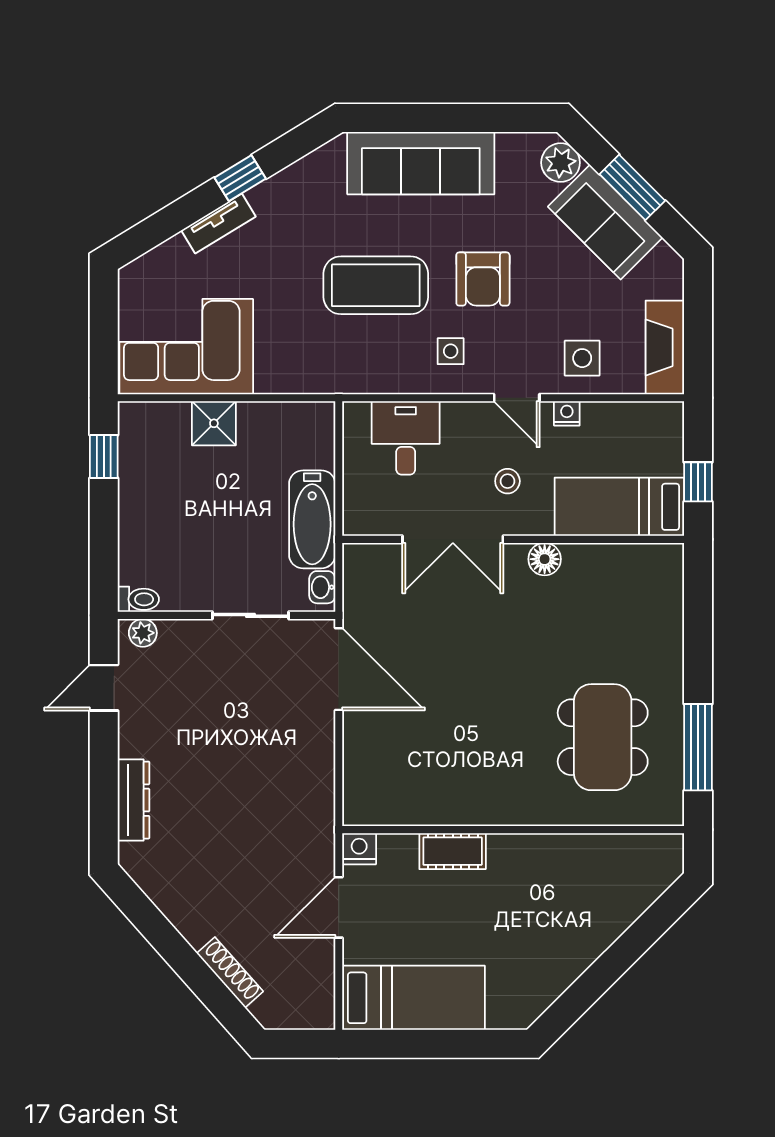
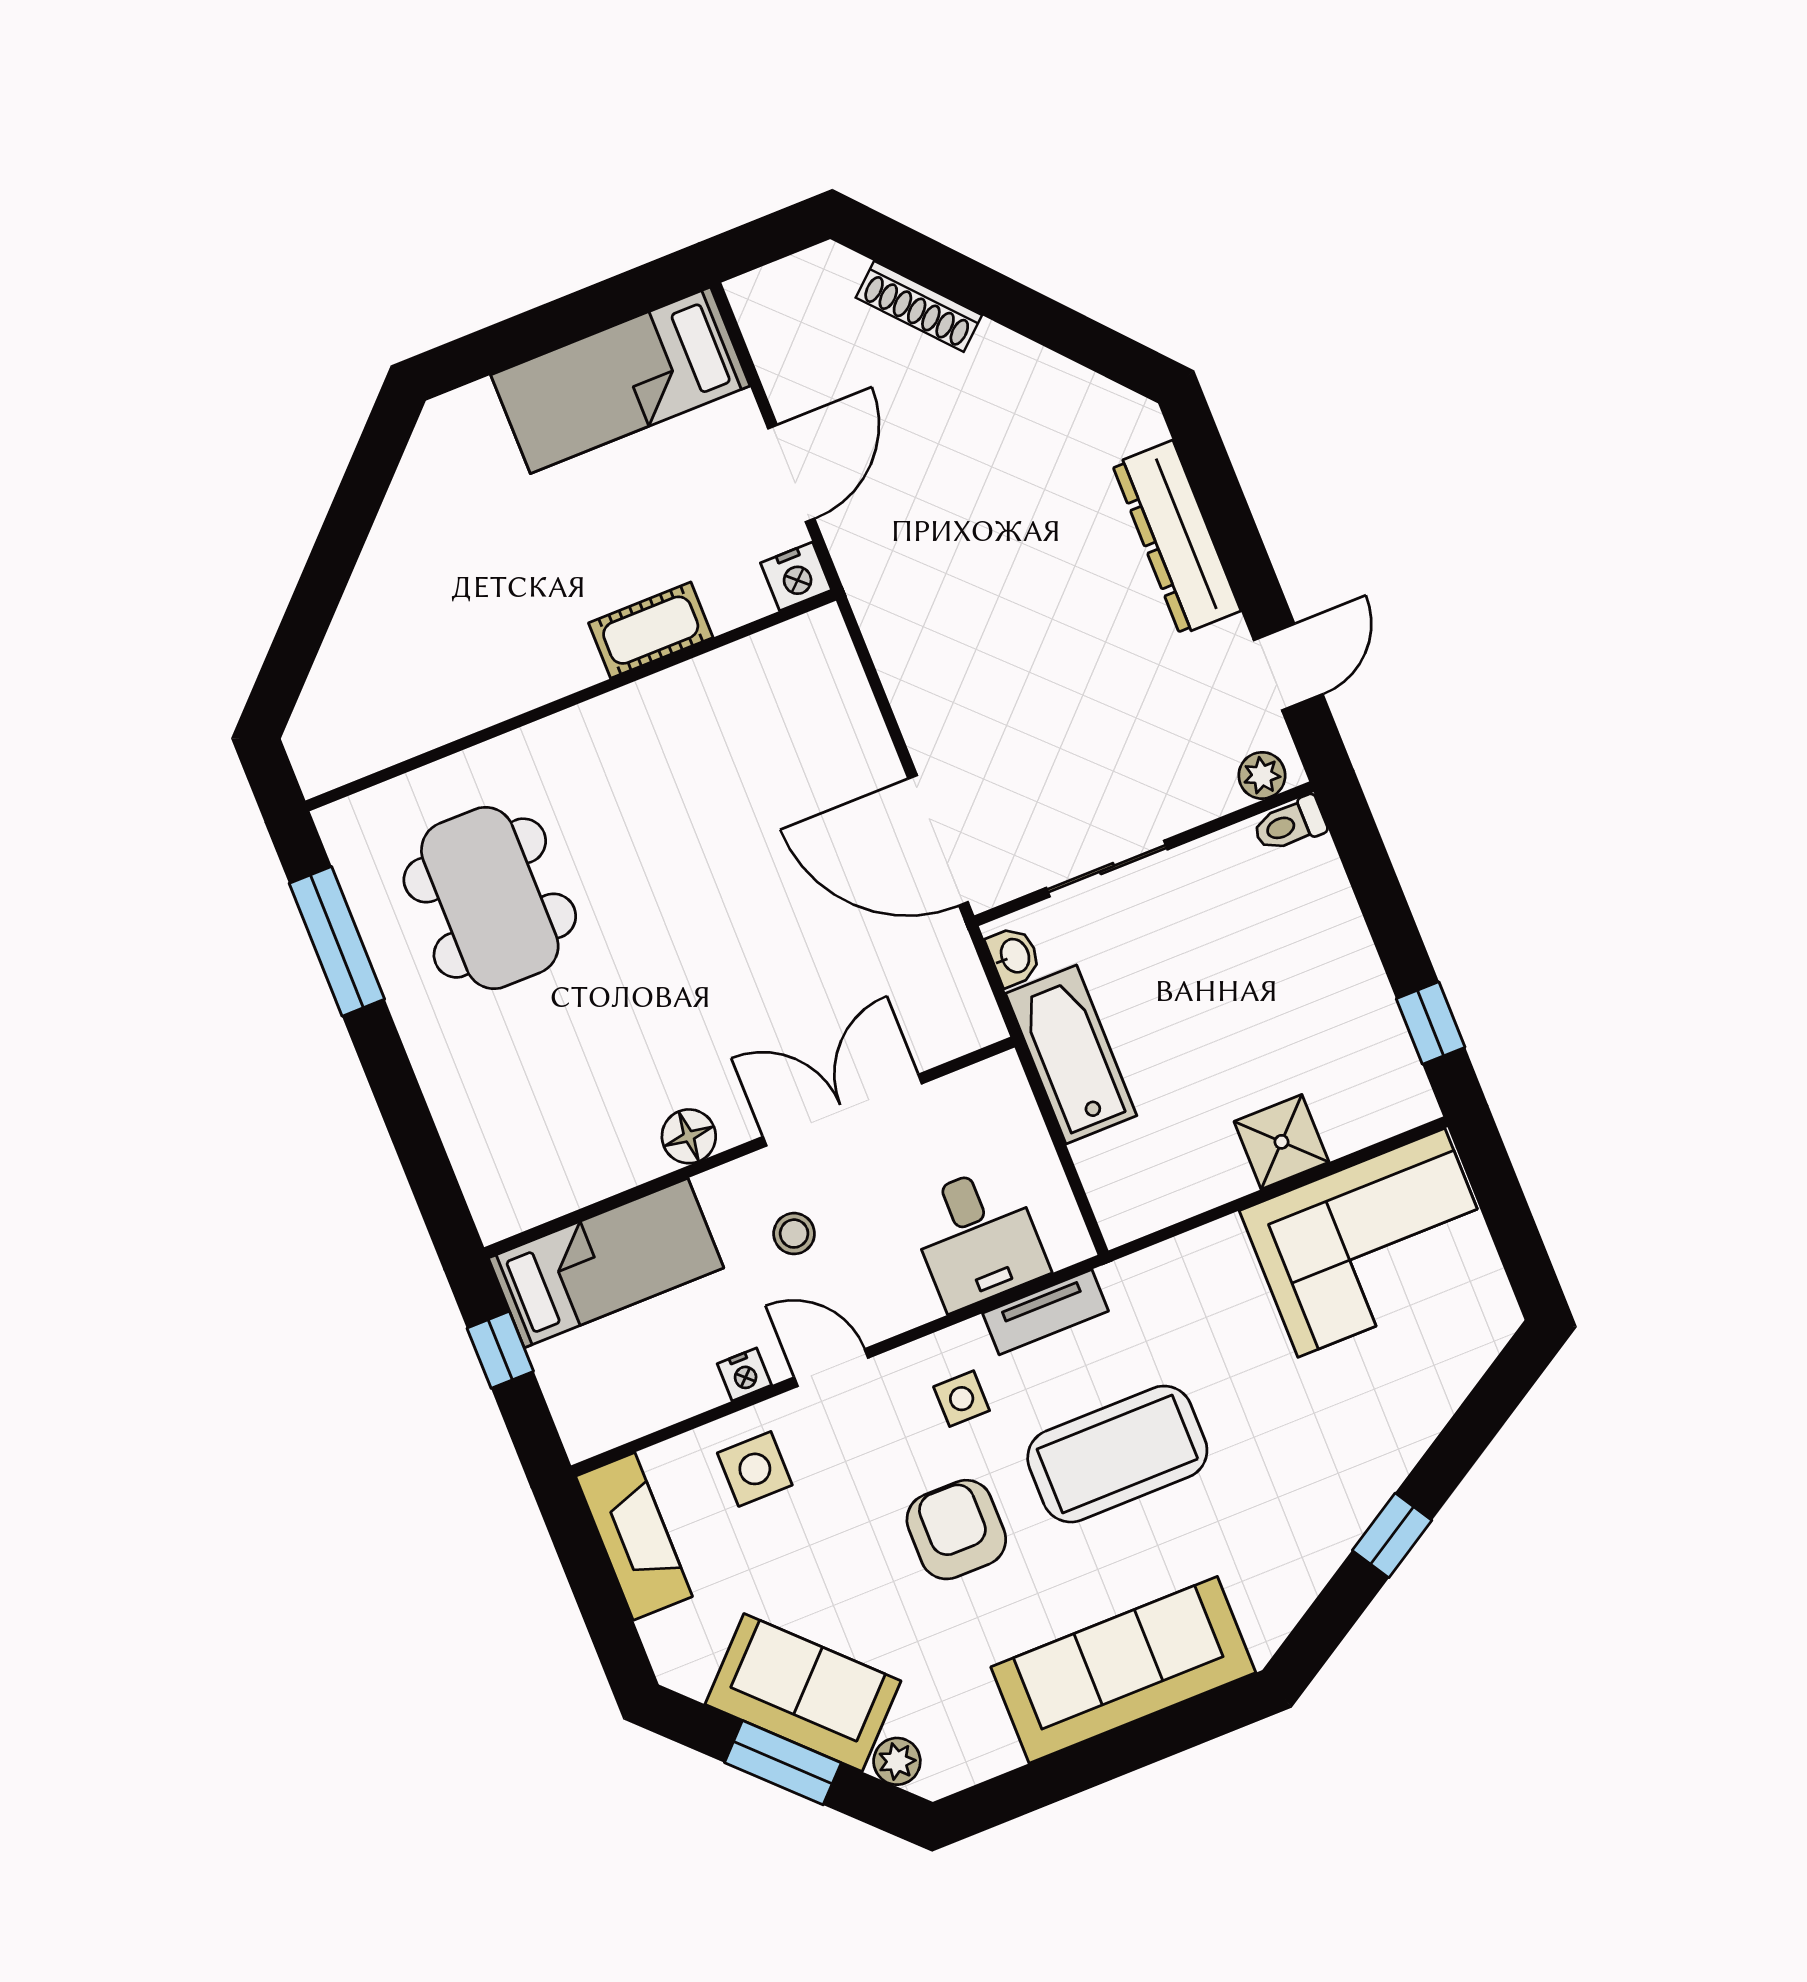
plant: (561, 163) -> (897, 1761), width x0.73, depth x0.73
tv unit: (218, 223) -> (1046, 1312), moved, turned -149
dresser: (134, 800) -> (1176, 538), width x1.37, depth x1.24

